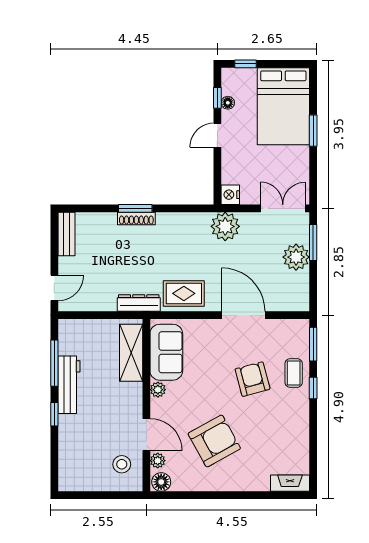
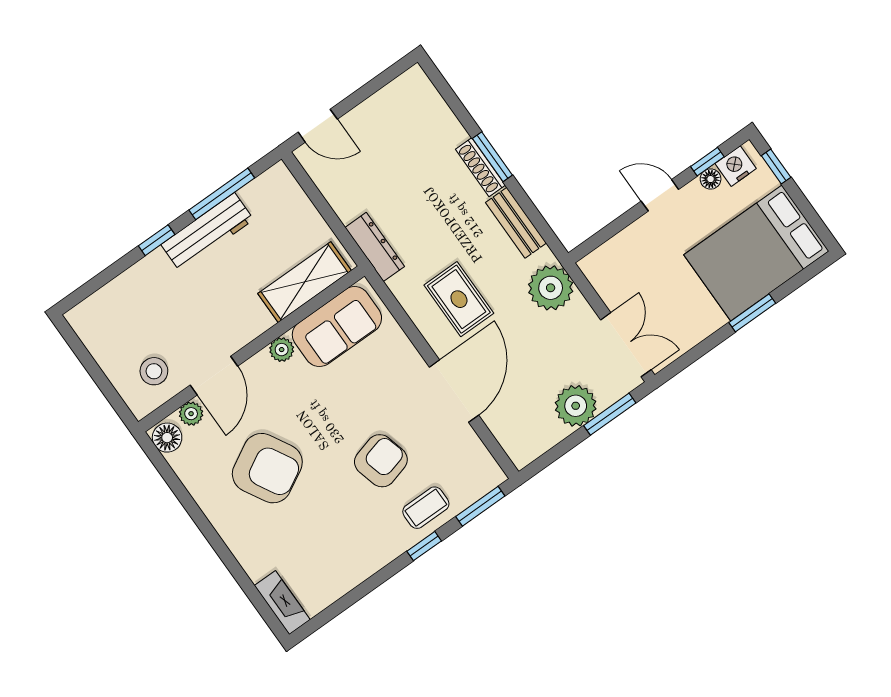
nightstand: (230, 195) -> (736, 166), moved
bench: (67, 234) -> (516, 223), moved, turned 90
rug: (184, 293) -> (459, 299), moved

